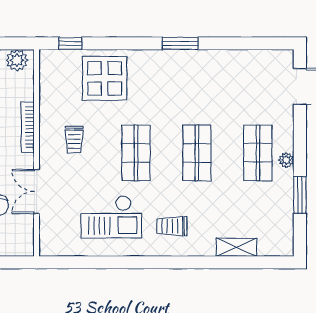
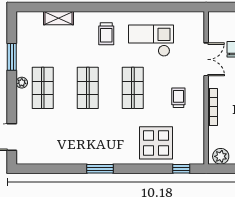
trolley: (172, 226) -> (106, 34), turned 90

